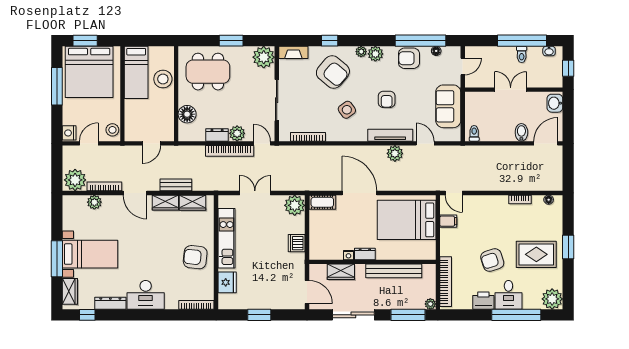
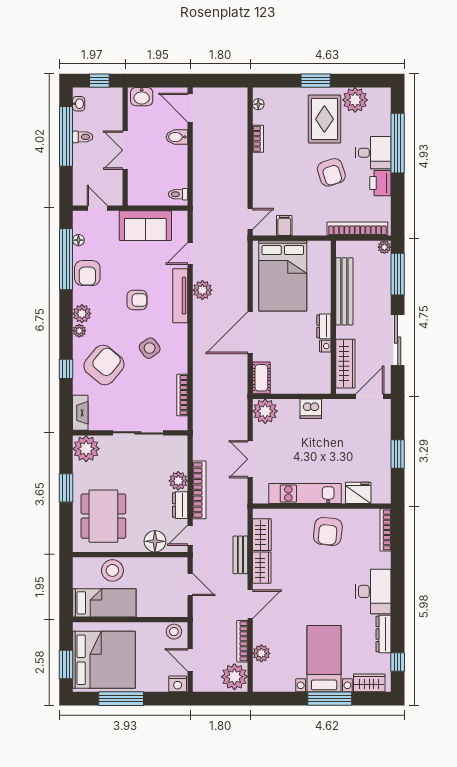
door: (262, 143) -> (190, 535), moved
wardrobe: (341, 272) -> (345, 364), width x1.50
plant: (552, 299) -> (355, 100), moved

